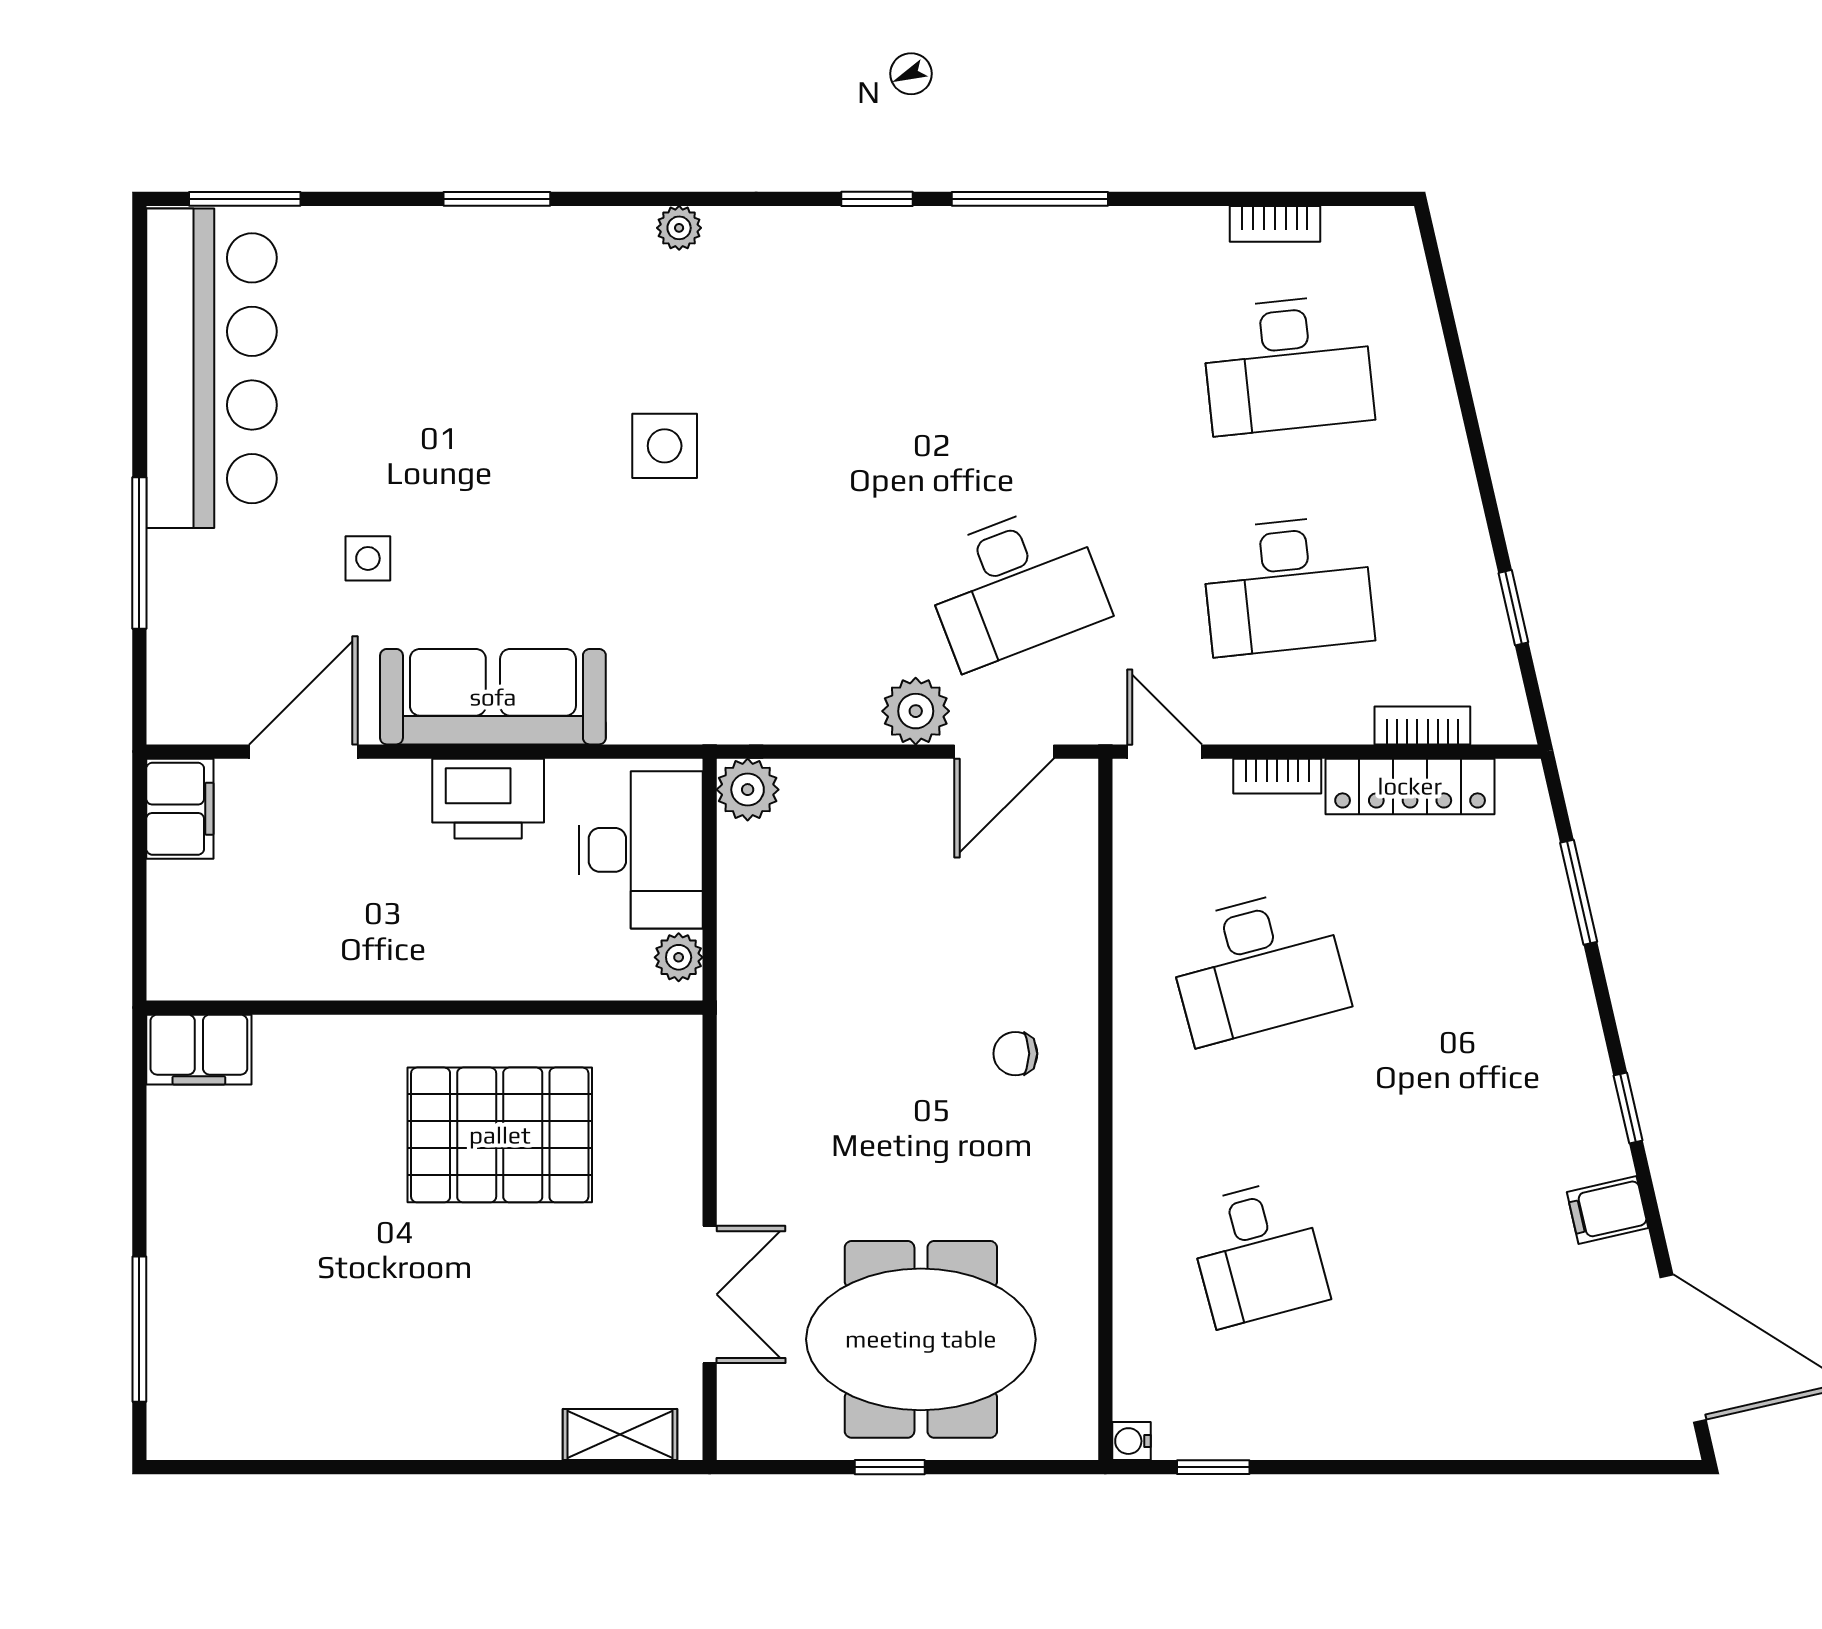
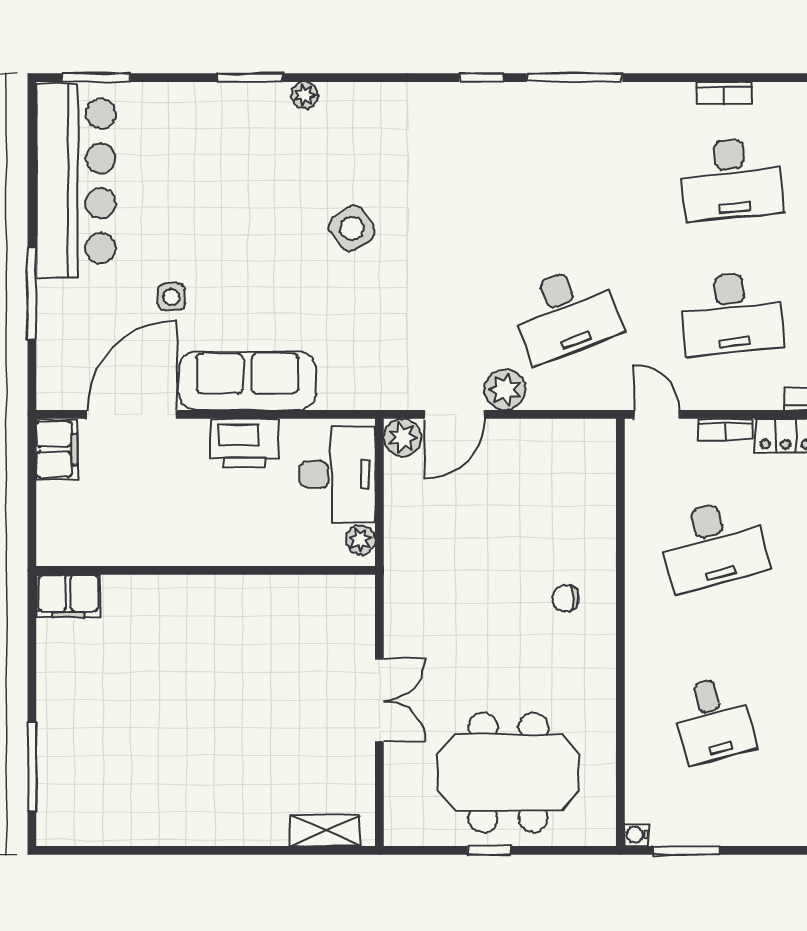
plant: (679, 228) -> (305, 95), moved
side table: (665, 446) -> (352, 228), turned -33
door: (303, 752) -> (132, 414), width x1.36
door: (1004, 752) -> (454, 414), moved
pallet: (500, 1135) -> (252, 648), removed
double door: (710, 1294) -> (379, 700), moved
window: (1213, 1467) -> (686, 850), width x1.50

